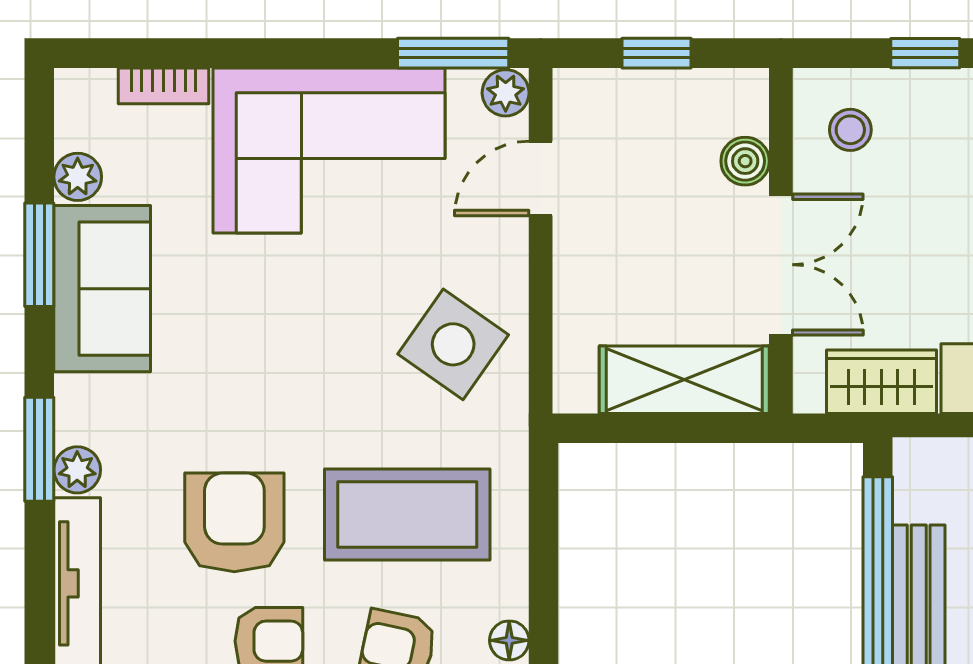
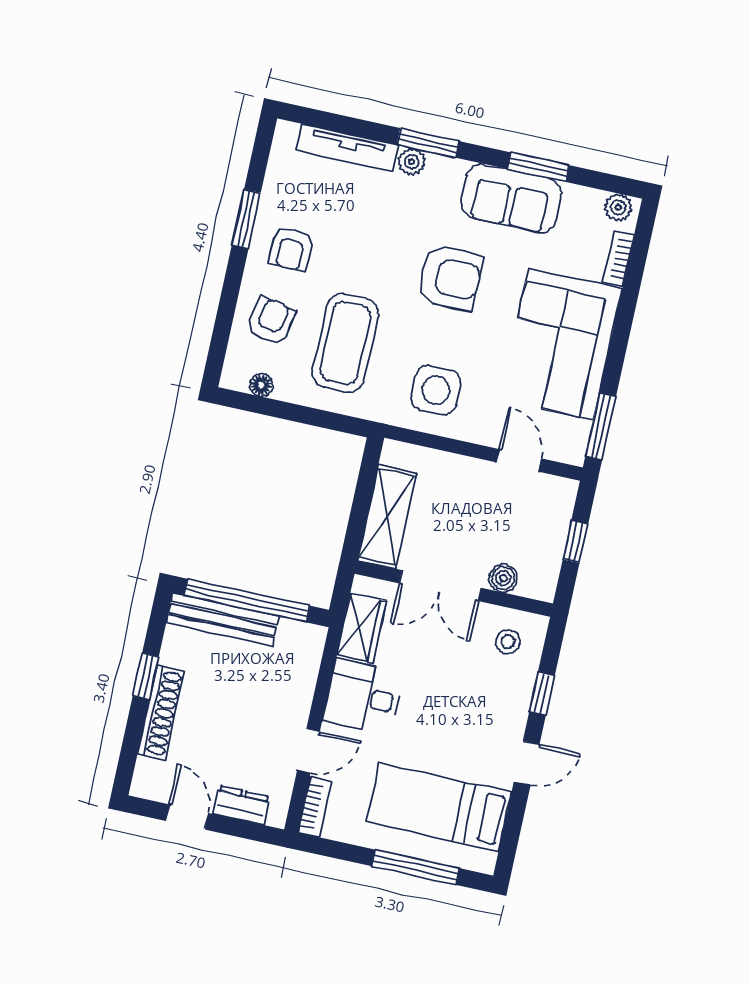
plant: (506, 93) -> (572, 451), removed
plant: (78, 177) -> (618, 207), moved
side table: (453, 344) -> (436, 390), turned -35
armchair: (234, 522) -> (450, 278), moved

